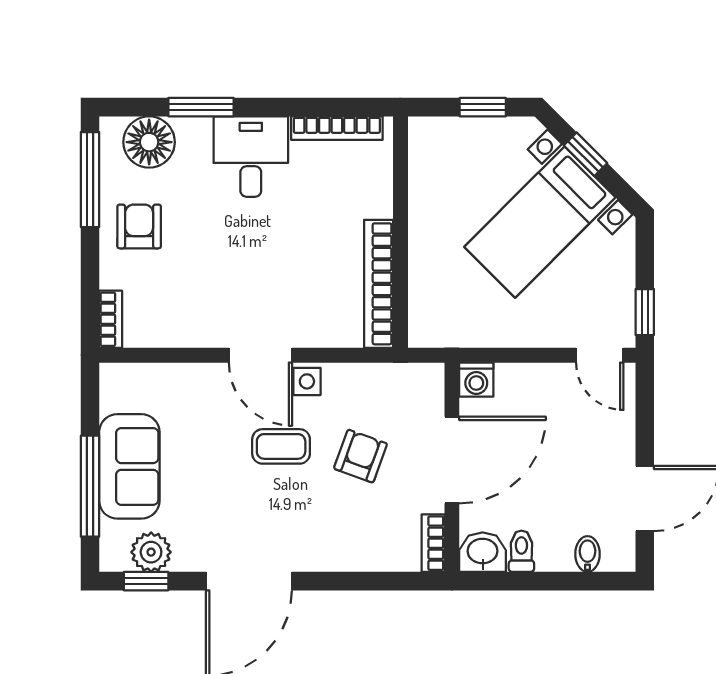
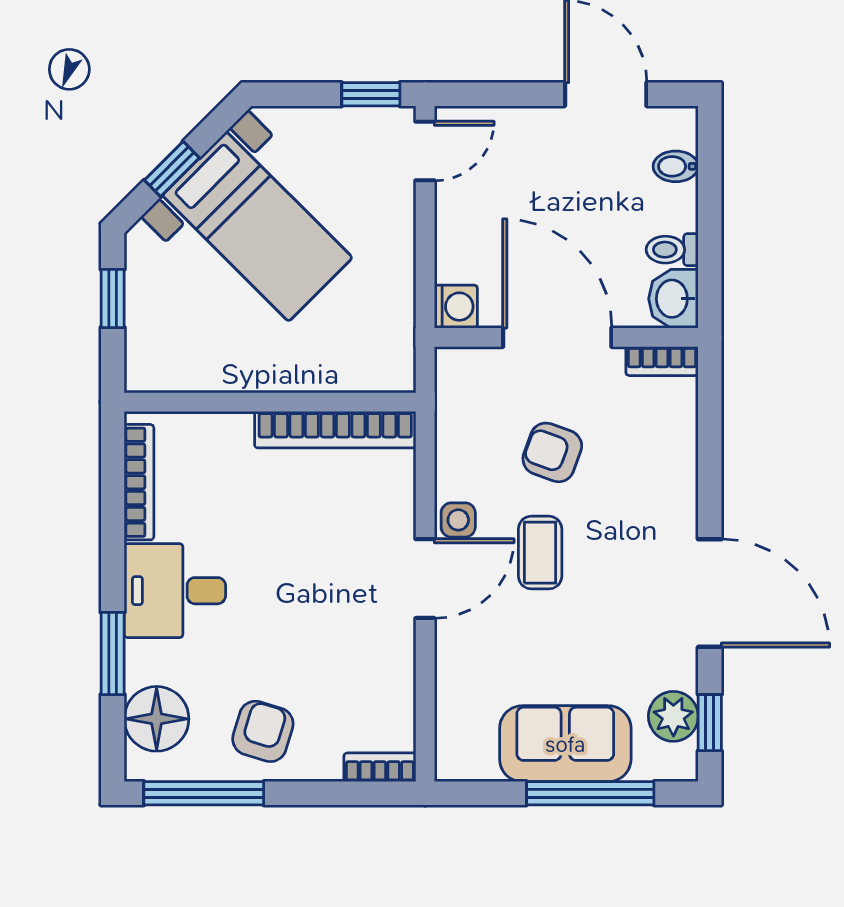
armchair: (139, 226) -> (263, 731), turned 107

